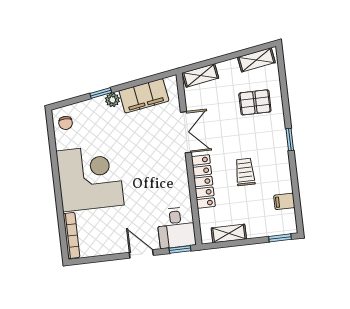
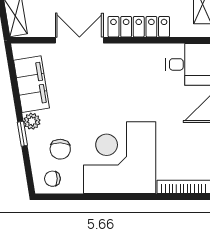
chair: (66, 123) -> (52, 179), turned 180
chair: (91, 127) -> (60, 149), added

